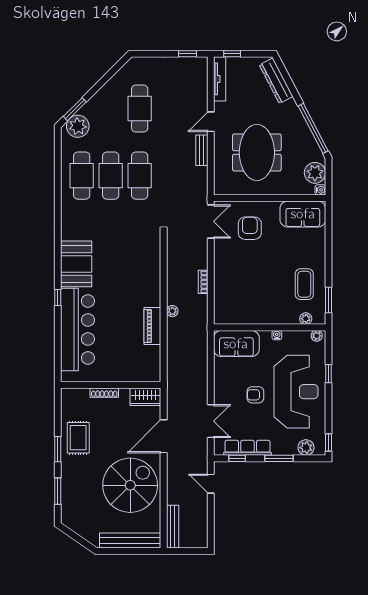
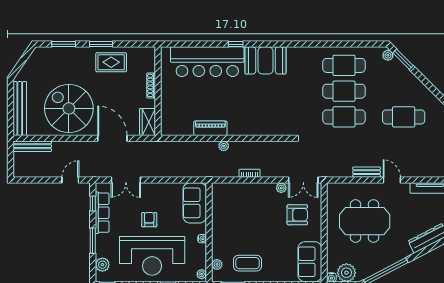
plant: (78, 126) -> (388, 55), width x0.53, depth x0.53
plant: (219, 246) -> (281, 188), added
spiral stairs: (130, 485) -> (69, 108), turned 180

